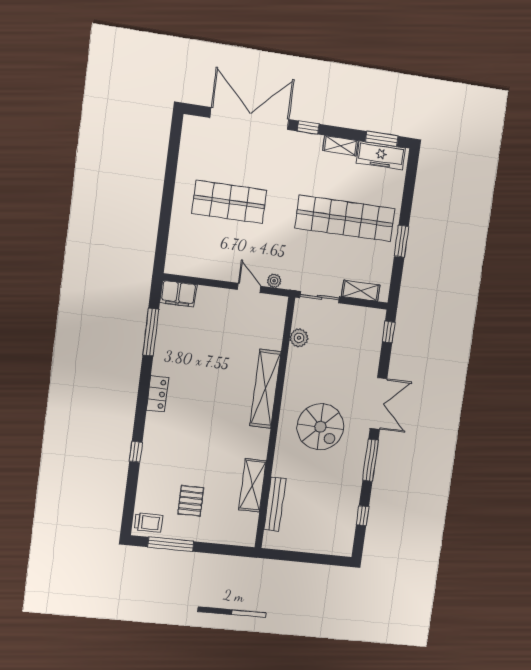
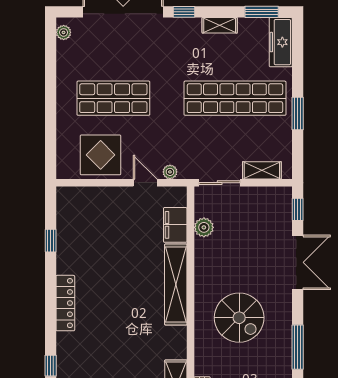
plant: (189, 130) -> (64, 32), added
freezer: (381, 155) -> (281, 42), moved, turned 90
display table: (210, 255) -> (101, 155), added
filing cabinet: (178, 294) -> (175, 225), moved, turned 90
window: (151, 332) -> (51, 241), width x0.46
locker: (157, 394) -> (65, 303), width x1.53
double door: (378, 403) -> (298, 262), moved

